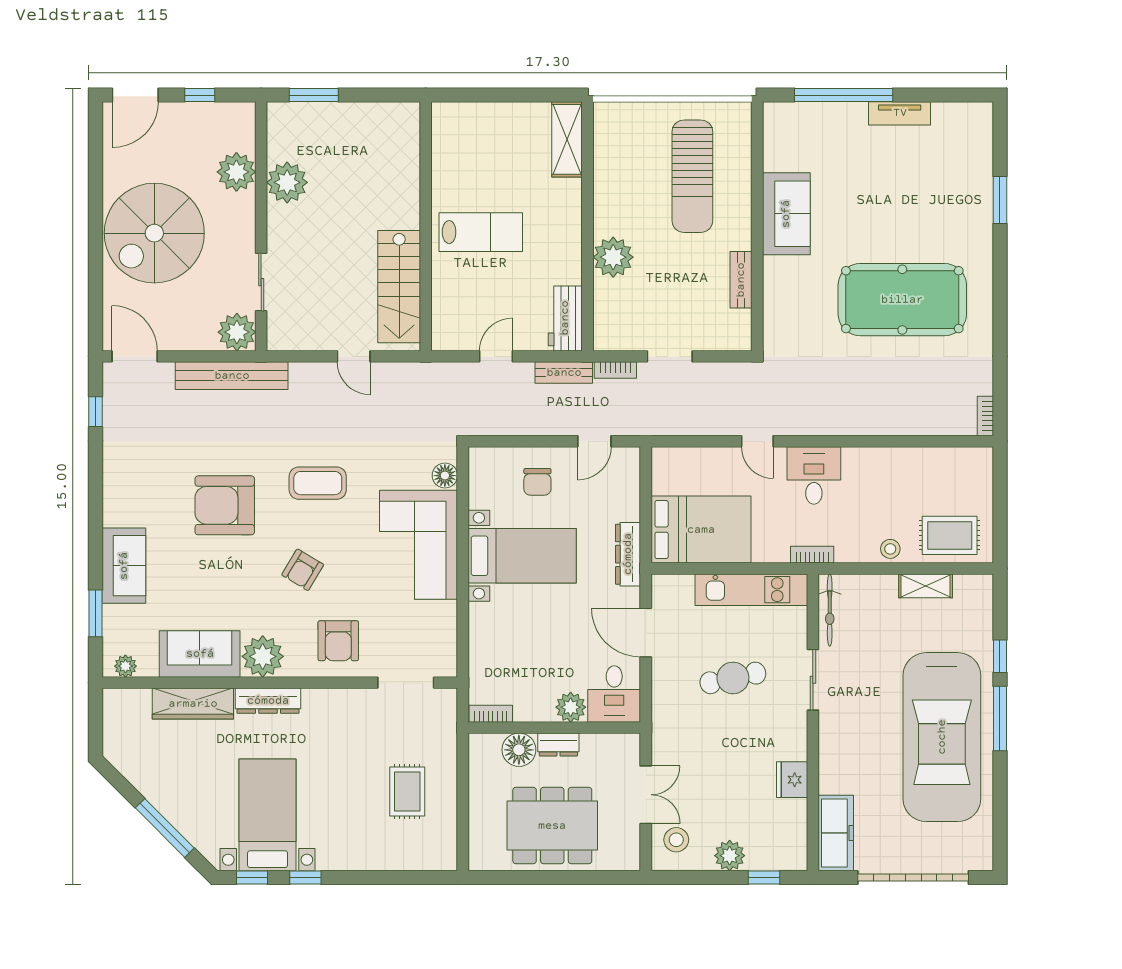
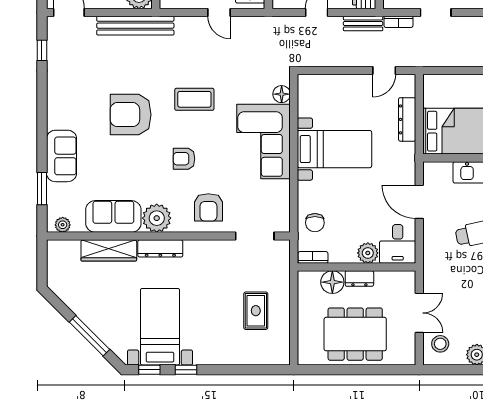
chair: (537, 482) -> (315, 223), moved
dresser: (628, 554) -> (407, 119), moved
armchair: (303, 570) -> (184, 159), turned 59

